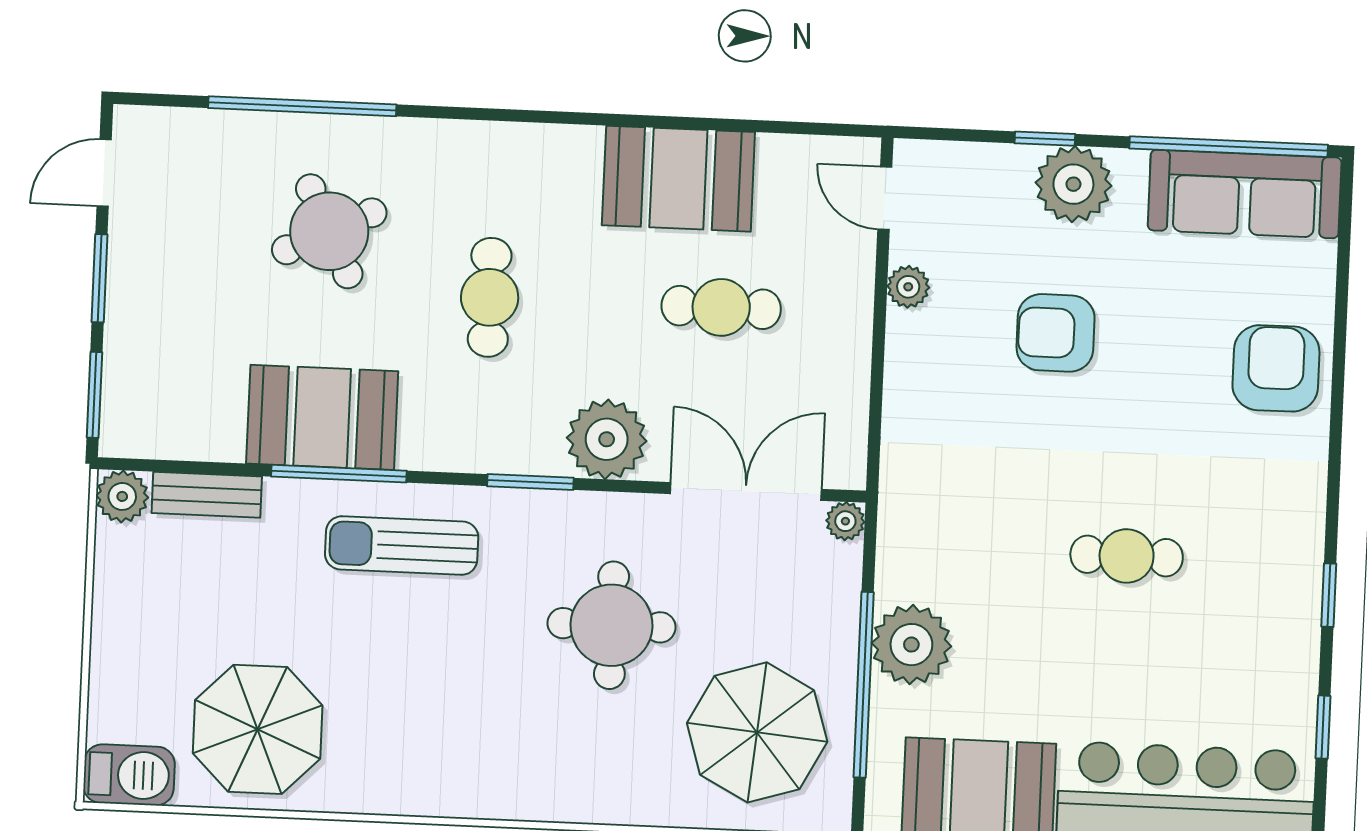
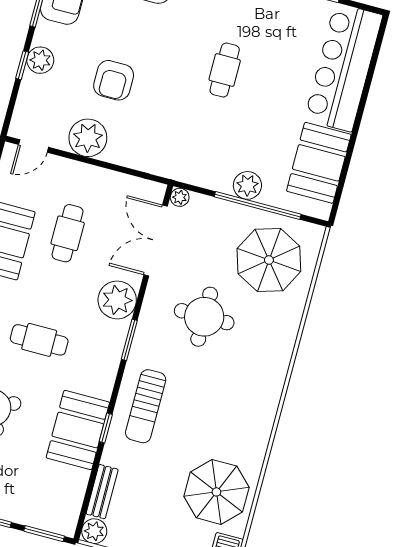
plant: (1073, 184) -> (40, 60), width x0.73, depth x0.73
plant: (908, 287) -> (88, 138), width x1.88, depth x1.88
window: (339, 474) -> (106, 428), width x0.46
plant: (911, 645) -> (247, 185), width x0.73, depth x0.73

